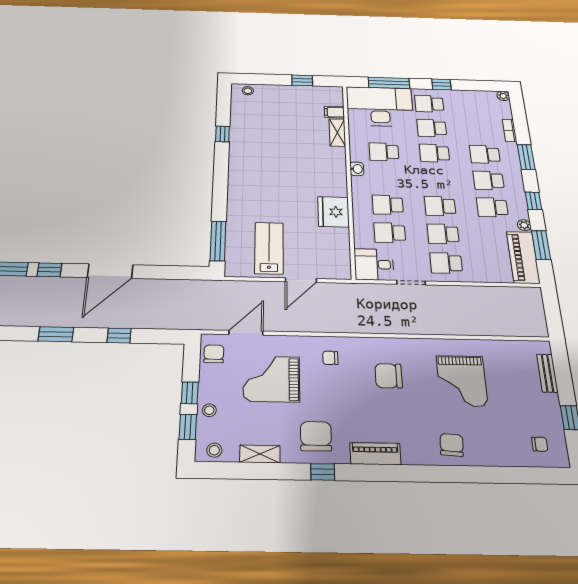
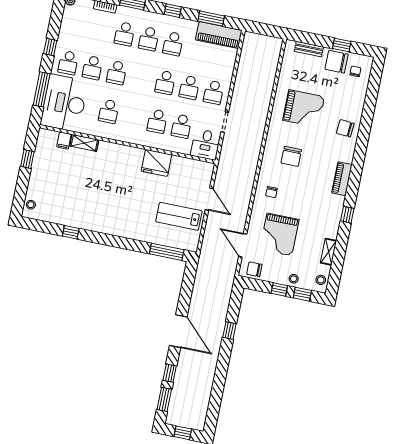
washbasin: (357, 169) -> (121, 136), removed
plant: (524, 225) -> (192, 25), removed
window: (56, 334) -> (221, 373), removed
chair: (316, 436) -> (337, 62), moved

